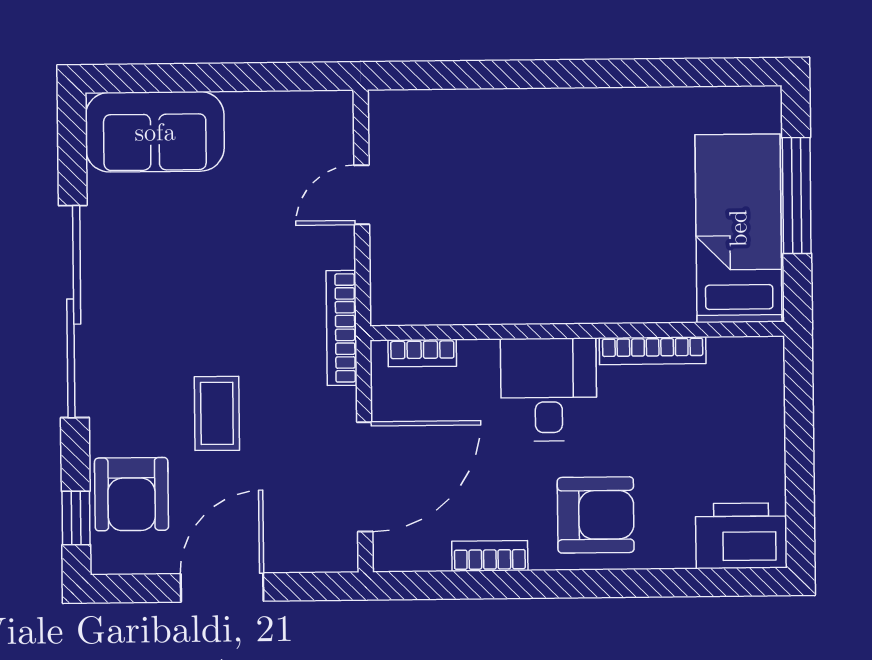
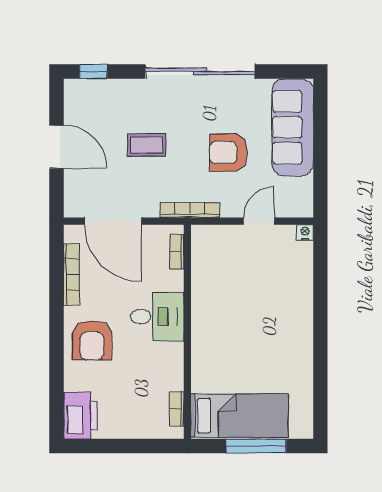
nightstand: (383, 105) -> (305, 232), added
sofa: (155, 132) -> (293, 127), width x1.36
door: (362, 195) -> (259, 221), hinge flipped
bookcase: (653, 351) -> (177, 409), moved, width x0.64
armchair: (131, 494) -> (229, 152), moved
bookcase: (490, 556) -> (71, 274), width x1.56

